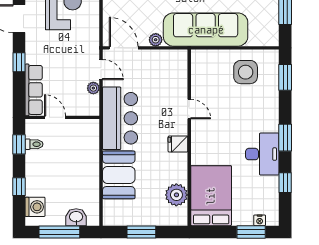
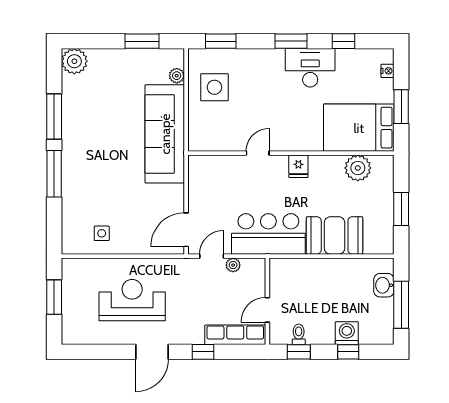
plant: (156, 40) -> (177, 76), moved
washing machine: (35, 207) -> (347, 333), moved
window: (251, 232) -> (401, 107), moved

